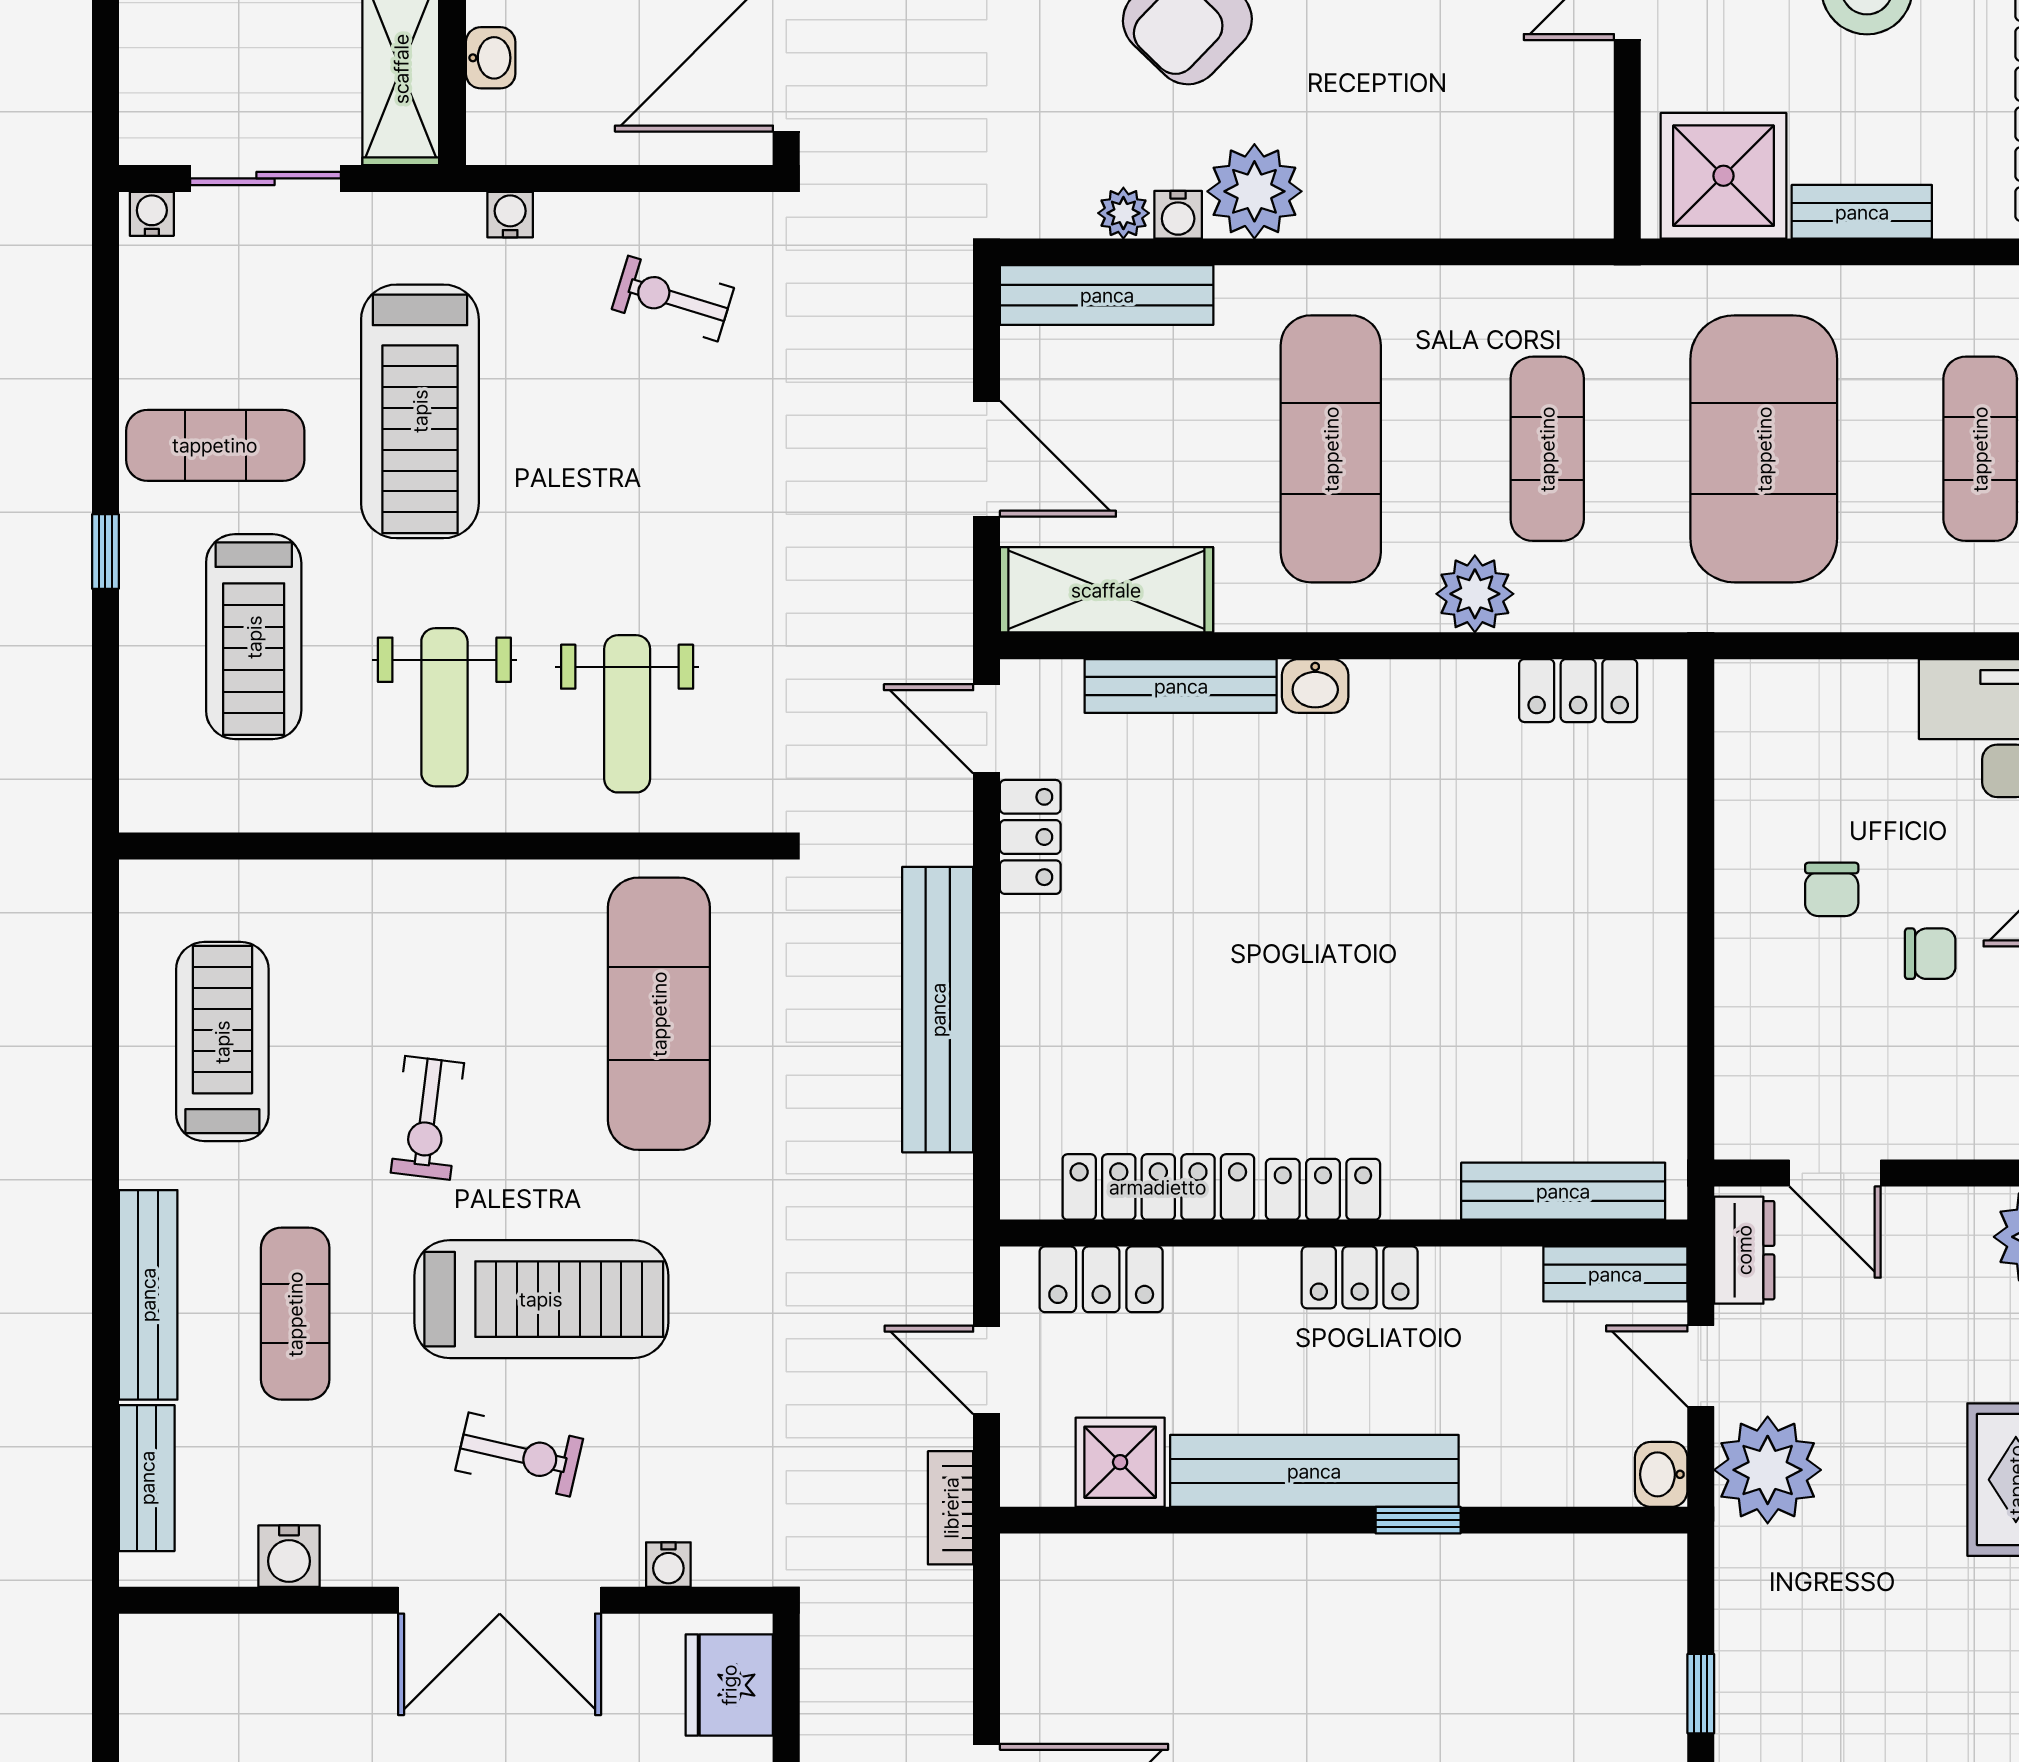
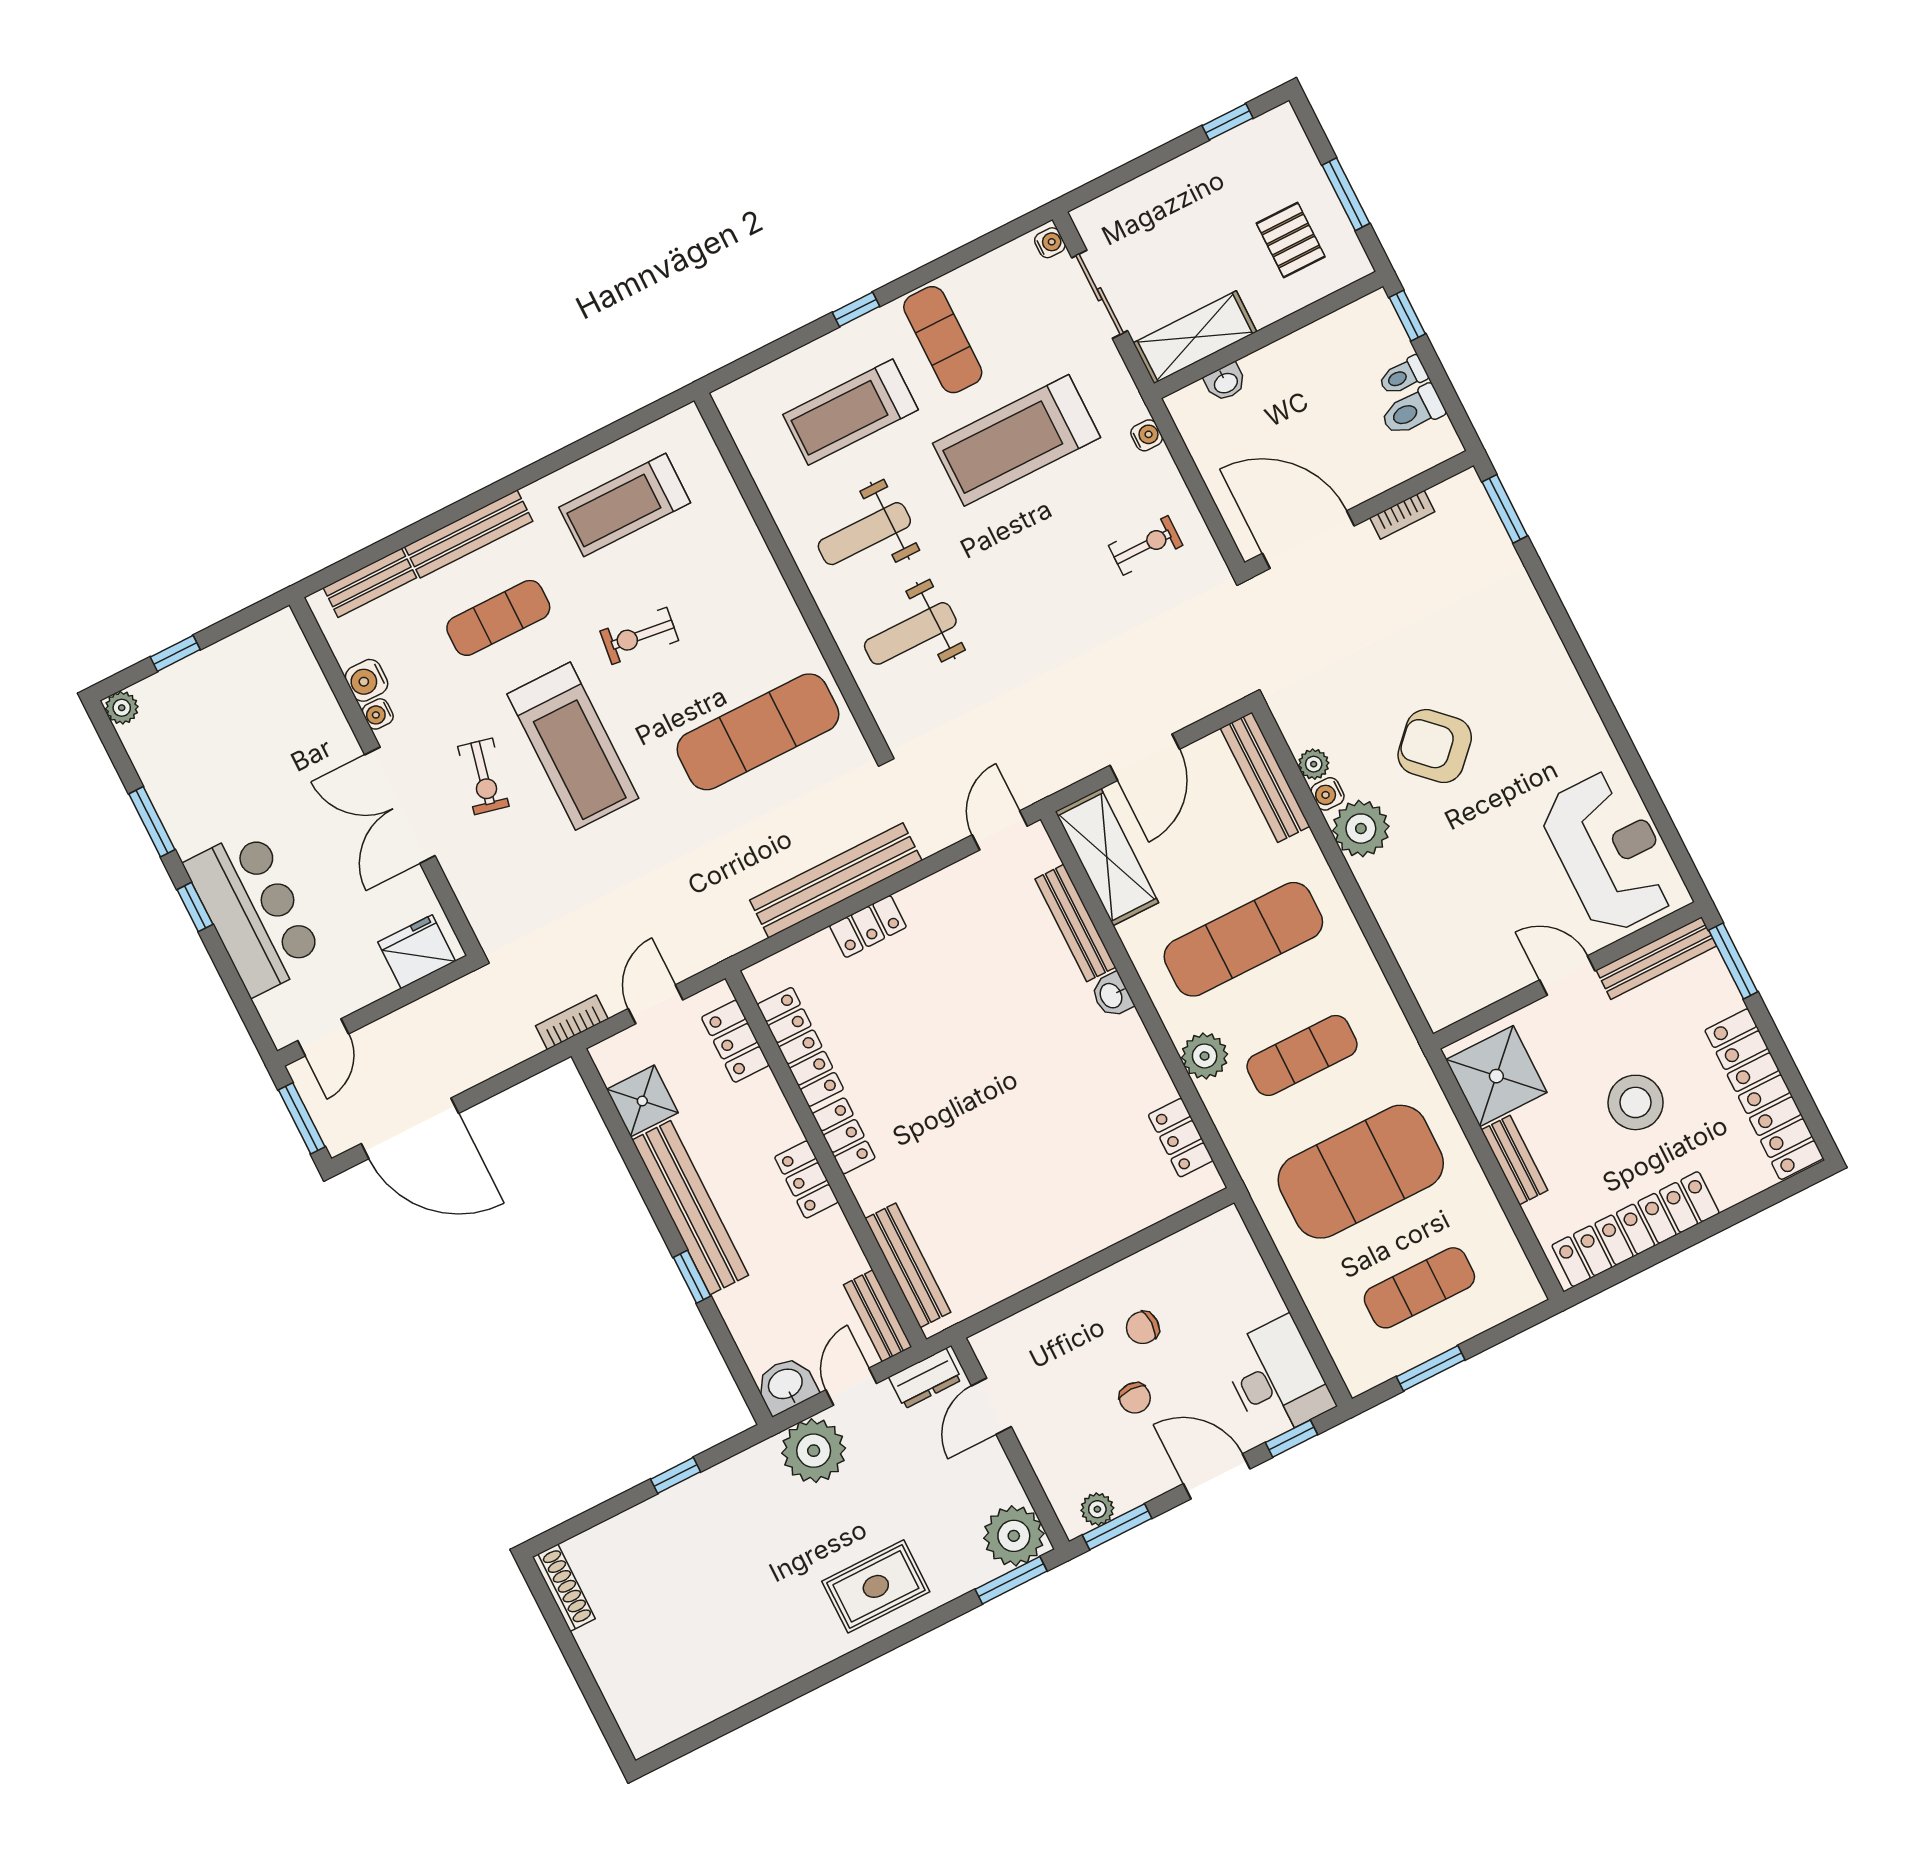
exercise bike: (673, 299) -> (1146, 545), turned 73
locker: (1030, 837) -> (868, 926), moved
treadmill: (222, 1042) -> (625, 505), turned 180
washbasin: (1661, 1474) -> (786, 1385), width x1.38, depth x1.45
water cooler: (668, 1565) -> (378, 714), moved

